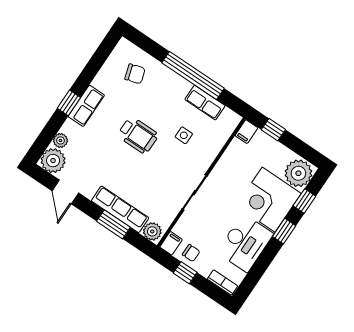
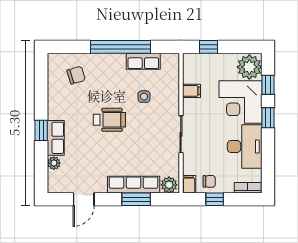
row of seats: (86, 106) -> (56, 138), moved
filing cabinet: (246, 132) -> (191, 91), moved, turned -90
plant: (53, 161) -> (58, 182), removed
door: (65, 192) -> (84, 199), hinge flipped

